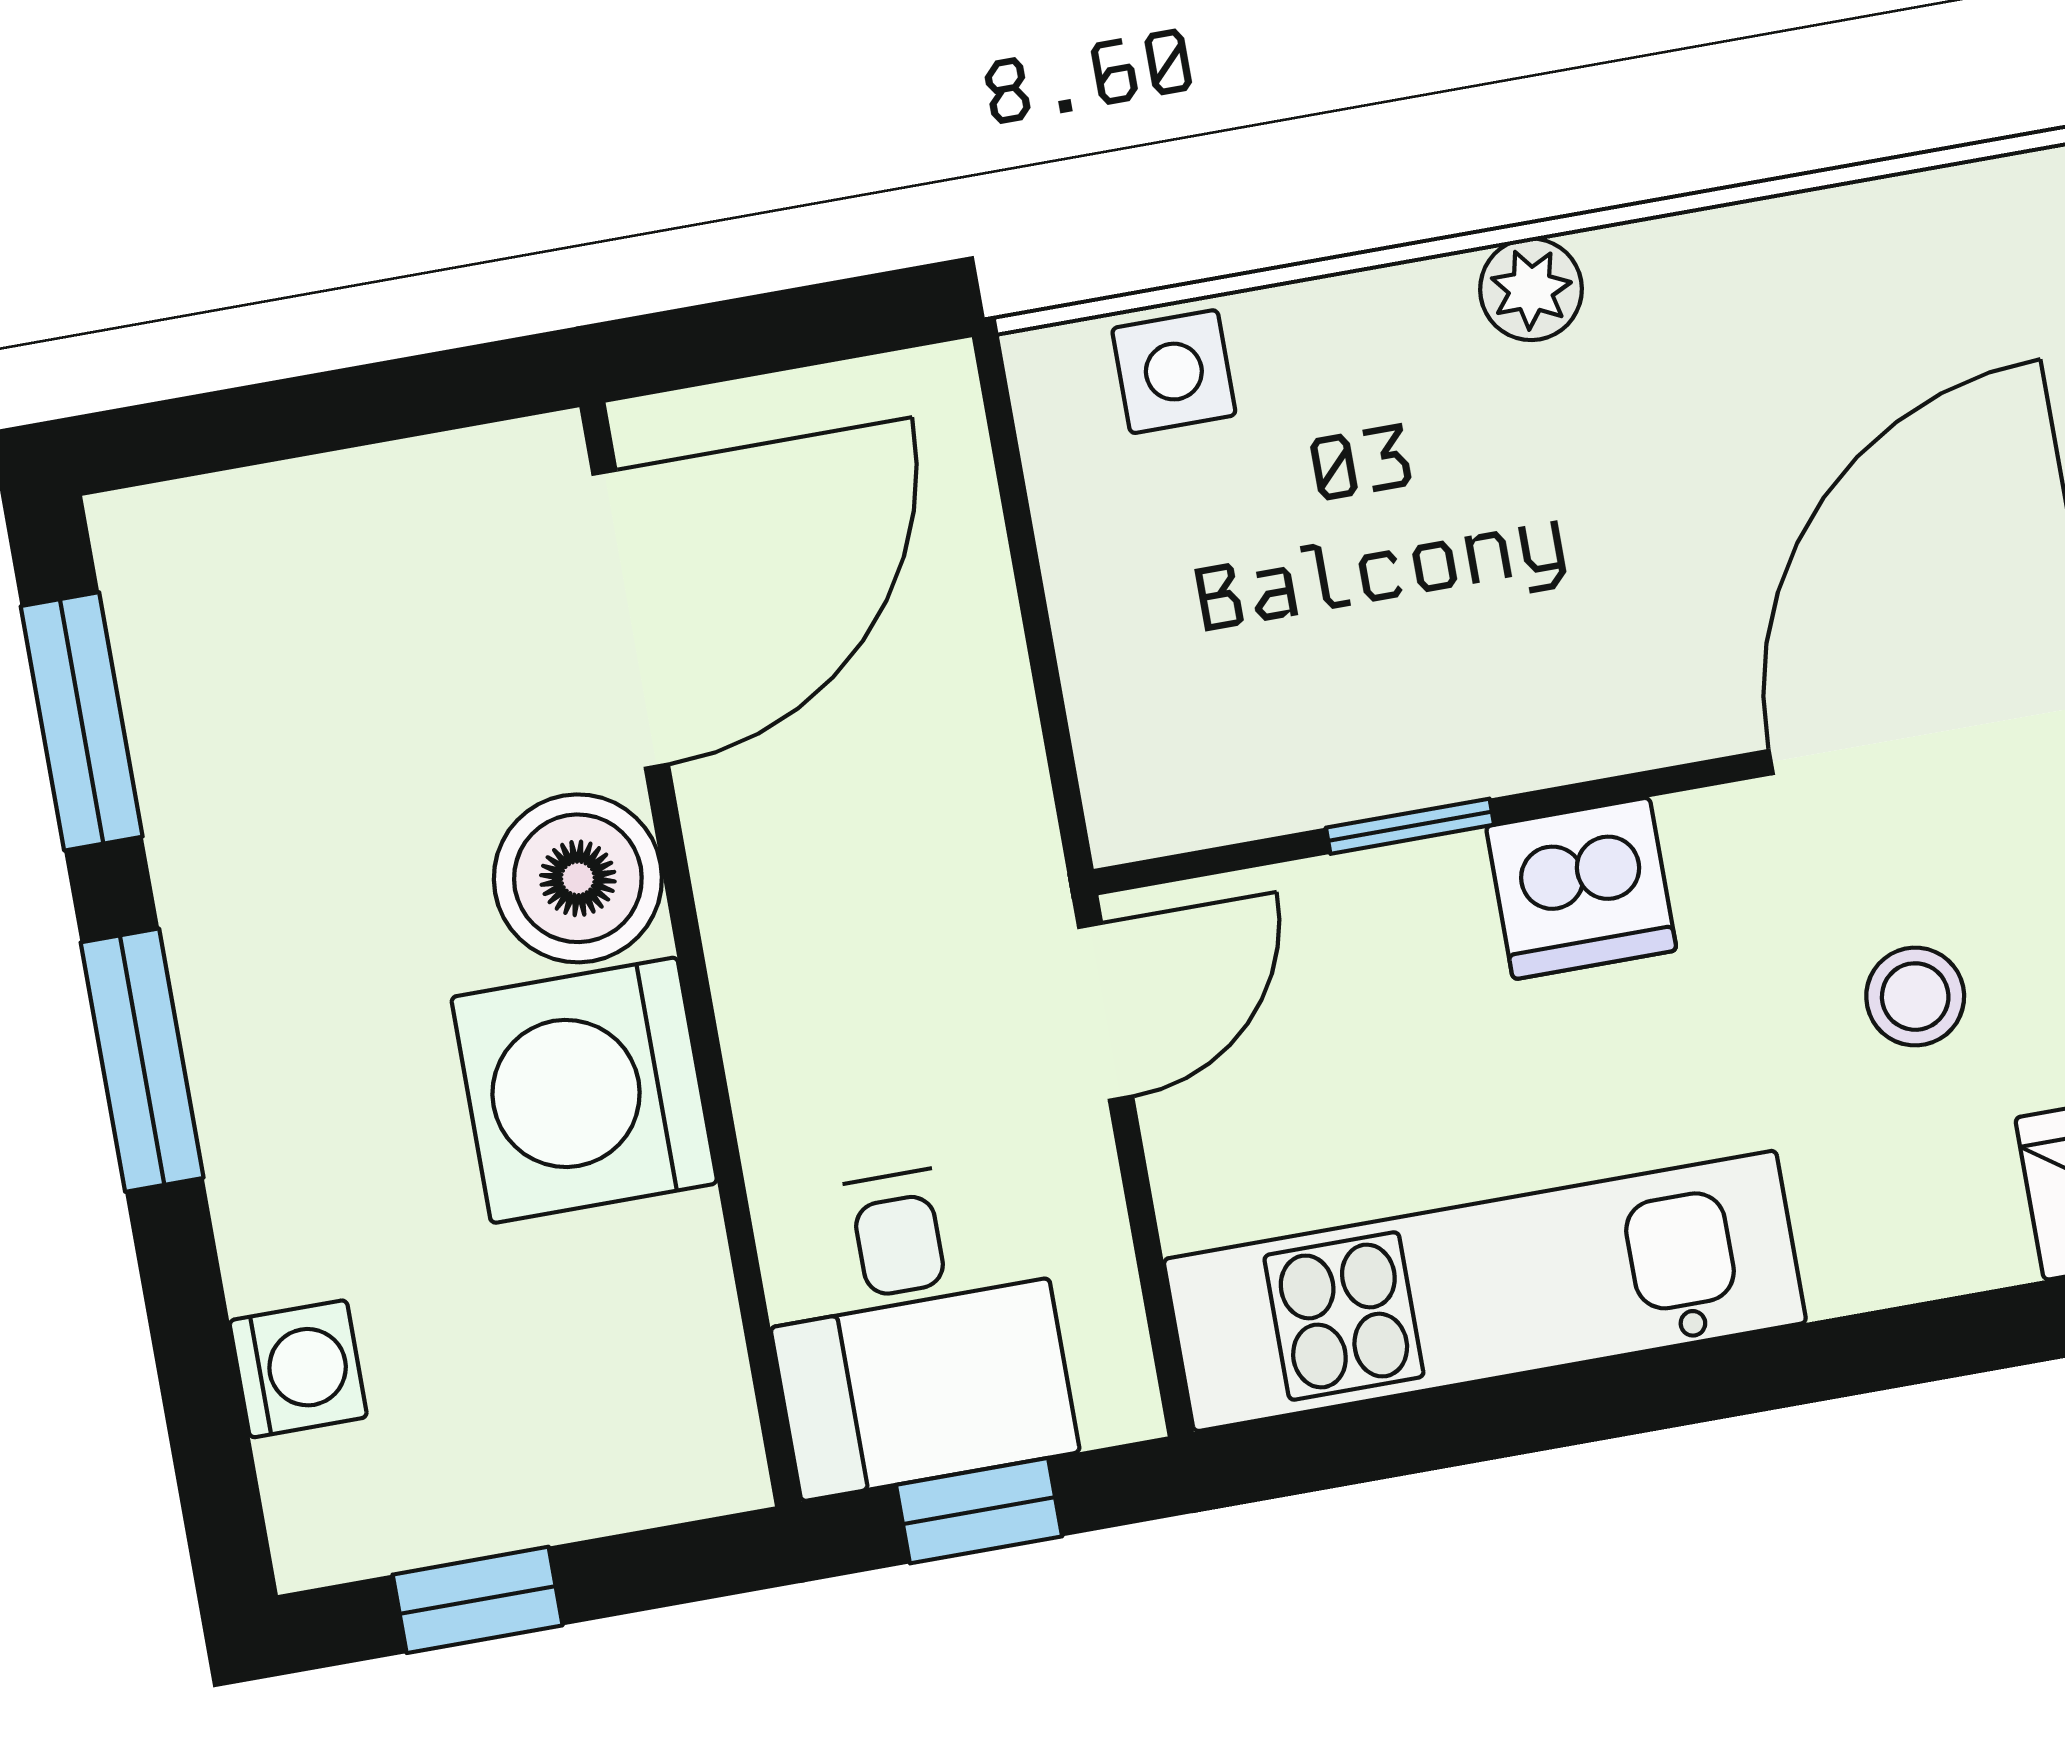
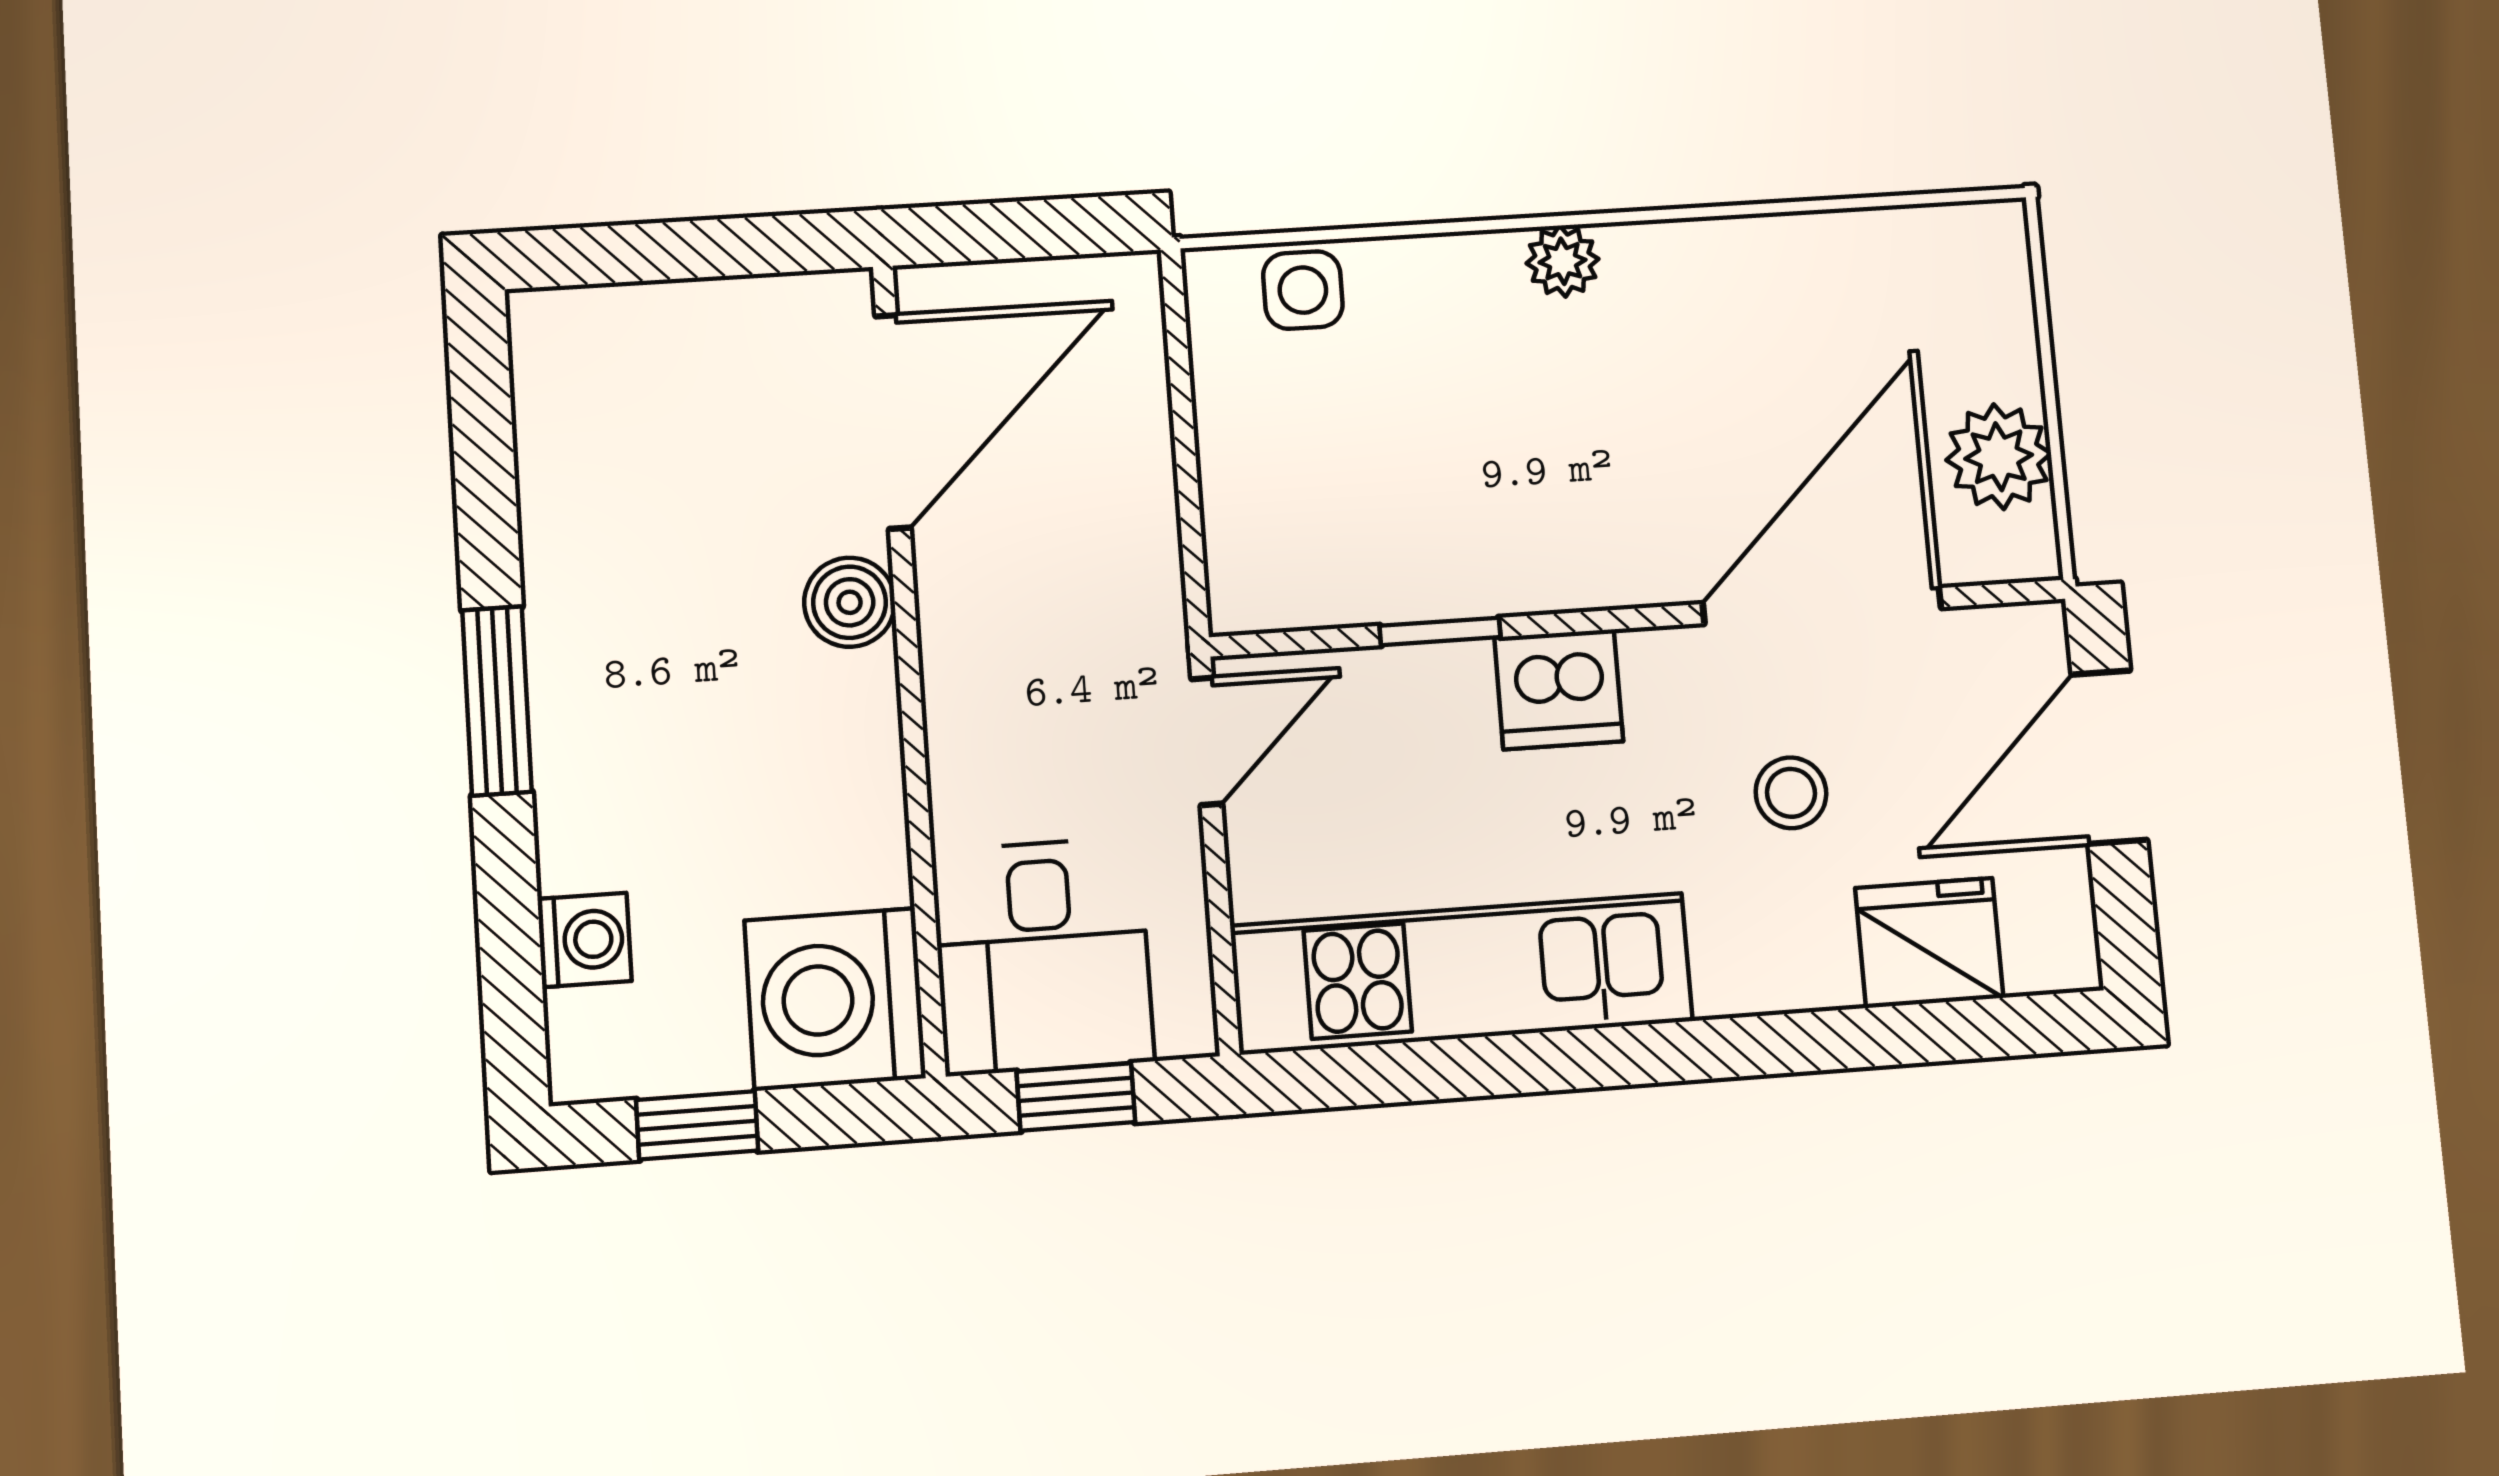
window: (82, 721) -> (484, 451), removed
boiler: (578, 878) -> (850, 602), width x0.73, depth x0.73
washing machine: (584, 1090) -> (835, 999), moved

